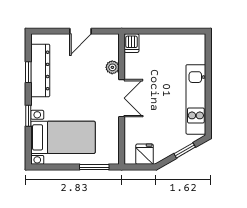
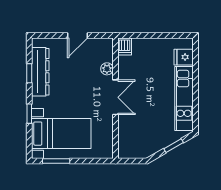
fridge: (145, 154) -> (184, 57), moved, turned -90
window: (94, 167) -> (56, 161), moved

